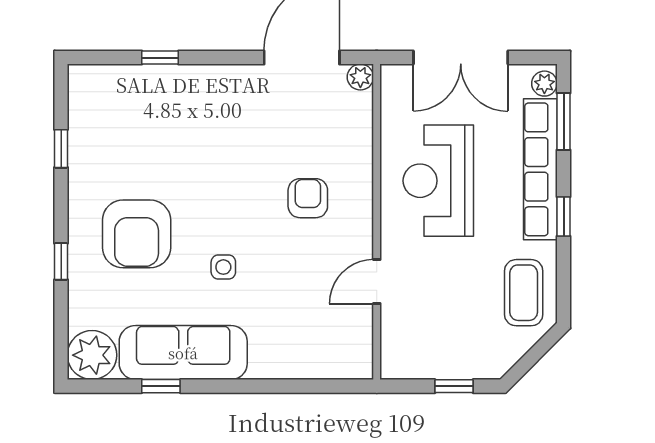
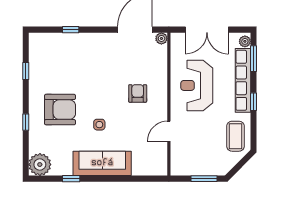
armchair: (137, 234) -> (60, 110), turned -90
sofa: (183, 353) -> (102, 163), moved
window: (454, 386) -> (204, 179), width x1.50

